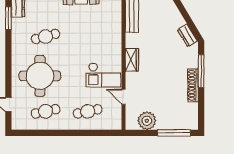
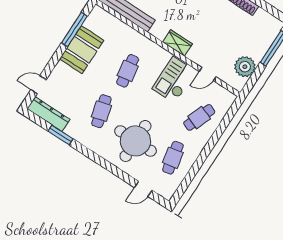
cafe table: (88, 37) -> (128, 71), added
checkout: (103, 75) -> (174, 80), turned 180
cafe table: (88, 111) -> (199, 117), turned 33

